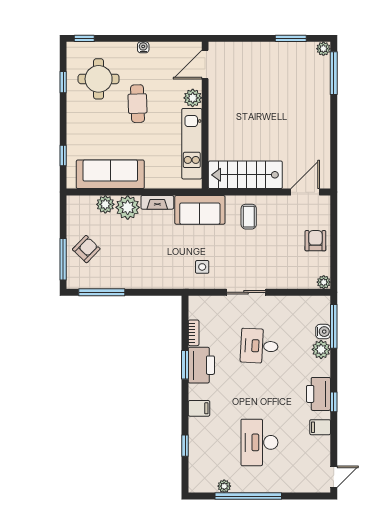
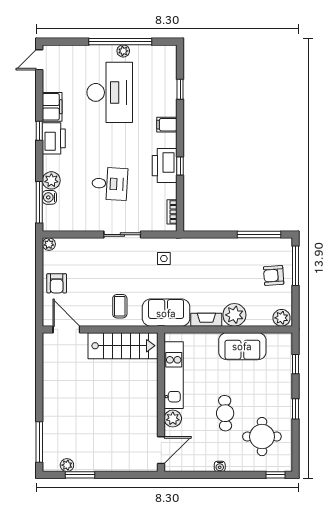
plant: (323, 49) -> (67, 465), moved
window: (63, 82) -> (295, 409), moved
sofa: (110, 174) -> (242, 346), width x0.73
door: (305, 192) -> (66, 329), swing flipped
plant: (105, 204) -> (282, 318), moved
armchair: (86, 249) -> (274, 275), turned 42
bookcase: (194, 333) -> (172, 212), moved
window: (185, 365) -> (180, 166), width x0.67
filing cabinet: (320, 427) -> (52, 107), width x2.00
desk: (259, 442) -> (110, 92), width x1.36, depth x1.30
plant: (224, 486) -> (123, 51), moved

